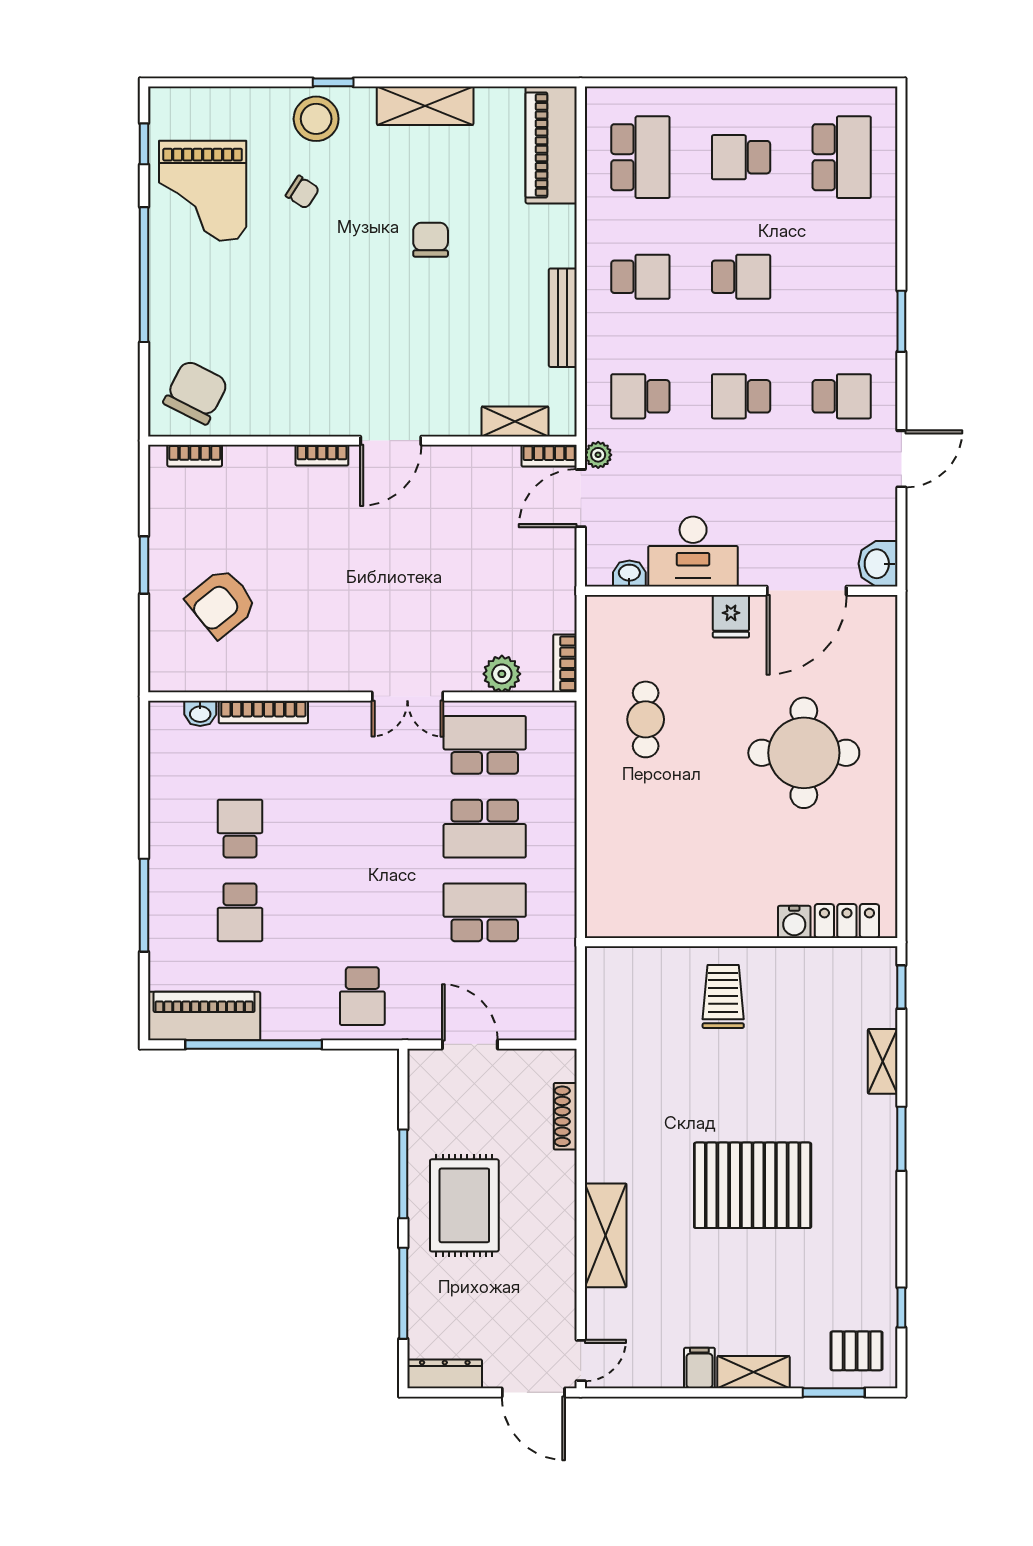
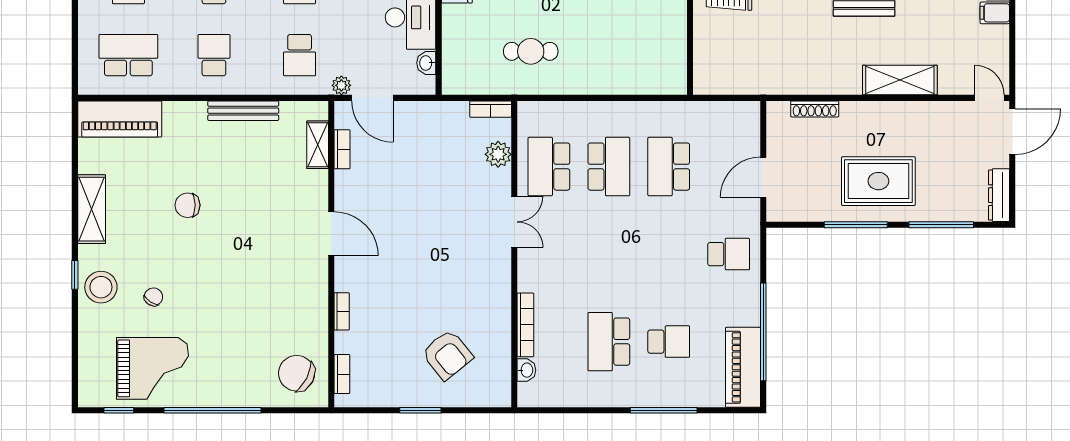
bookcase: (322, 455) -> (342, 311), moved
bookcase: (549, 456) -> (342, 149), moved
school desk: (240, 829) -> (609, 342), width x1.85

